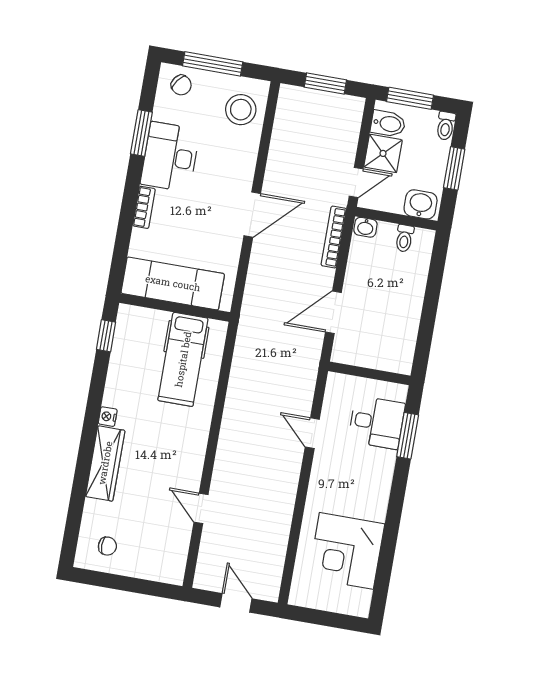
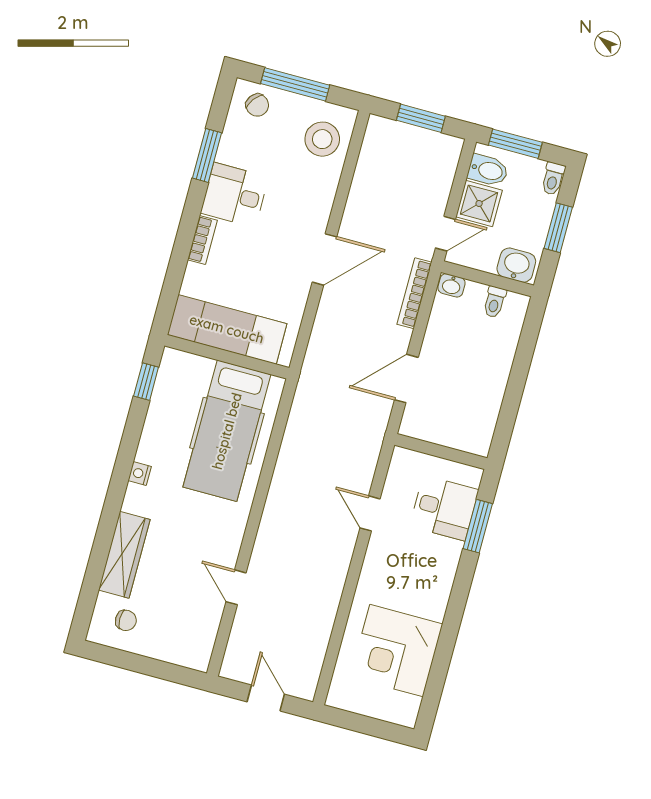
desk: (170, 157) -> (235, 195), width x0.73
hospital bed: (183, 359) -> (227, 431), width x1.37, depth x1.29
wardrobe: (105, 463) -> (124, 555), moved

